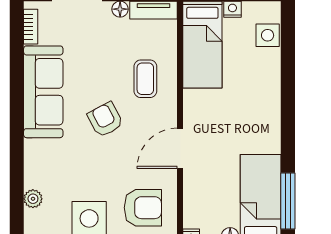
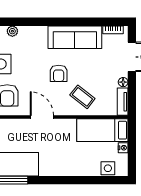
coffee table: (145, 79) -> (82, 97), turned 38
armchair: (105, 120) -> (59, 73), turned 118

